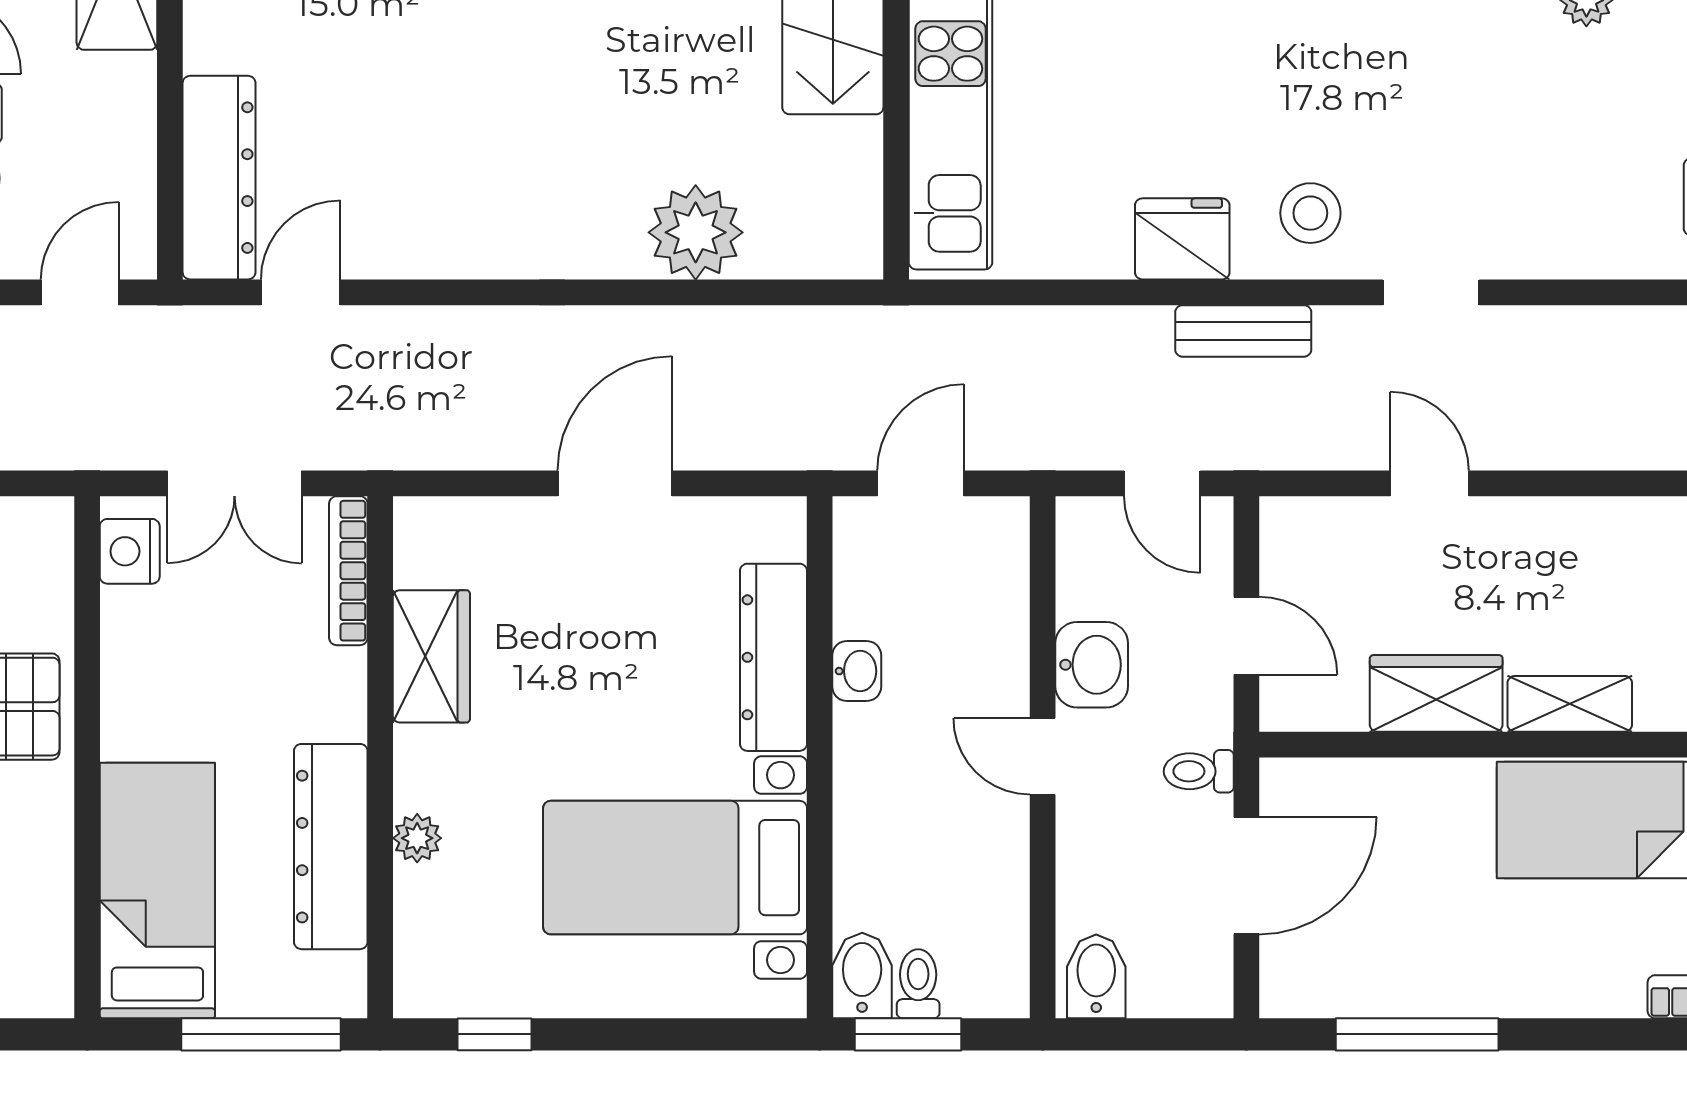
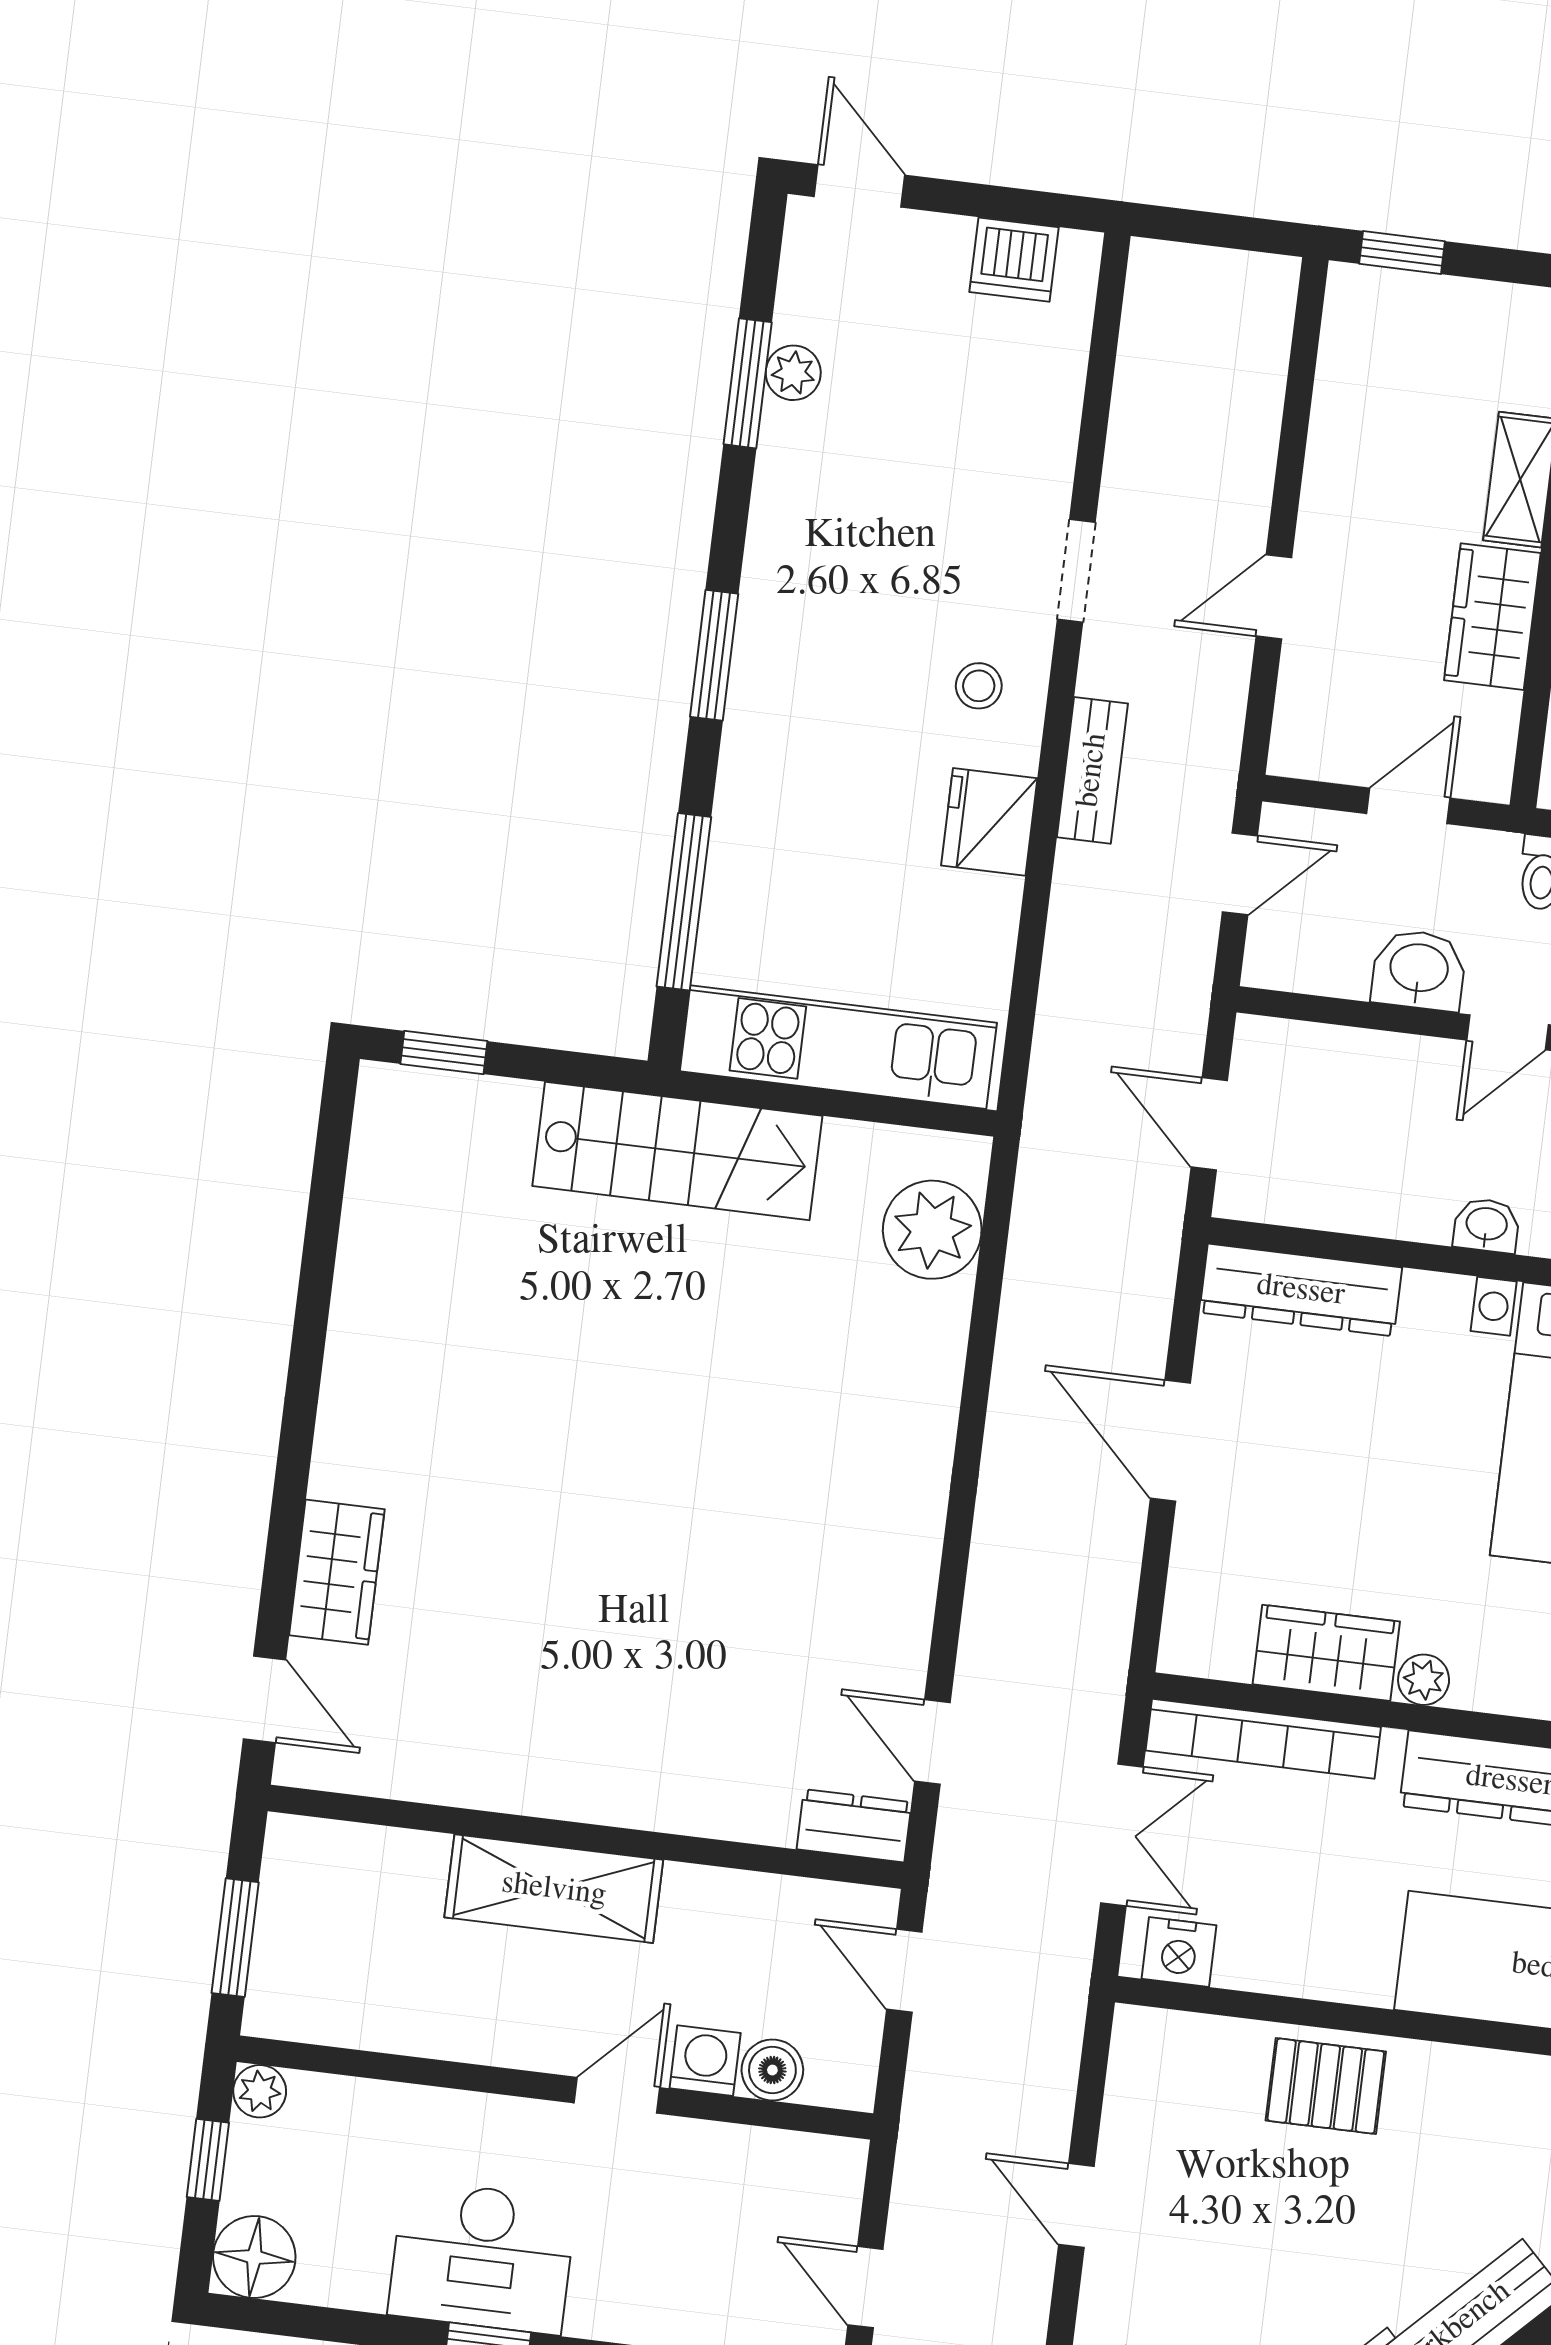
dresser: (219, 178) -> (854, 1826), width x0.51, depth x0.80
stool: (1310, 213) -> (979, 686), width x0.73, depth x0.73
plant: (696, 232) -> (932, 1230), moved
bookcase: (348, 571) -> (1263, 1739), width x1.48, depth x1.31
dresser: (773, 657) -> (1301, 1290), moved
washbasin: (857, 671) -> (1486, 1225), moved
plant: (417, 838) -> (1424, 1680), moved

